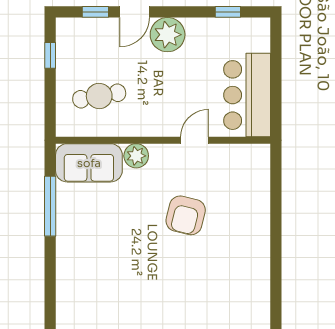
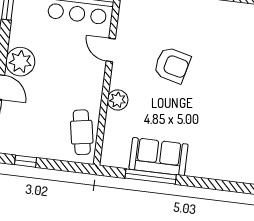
cafe table: (99, 96) -> (82, 132), moved
sofa: (89, 163) -> (158, 157), moved, turned -90

